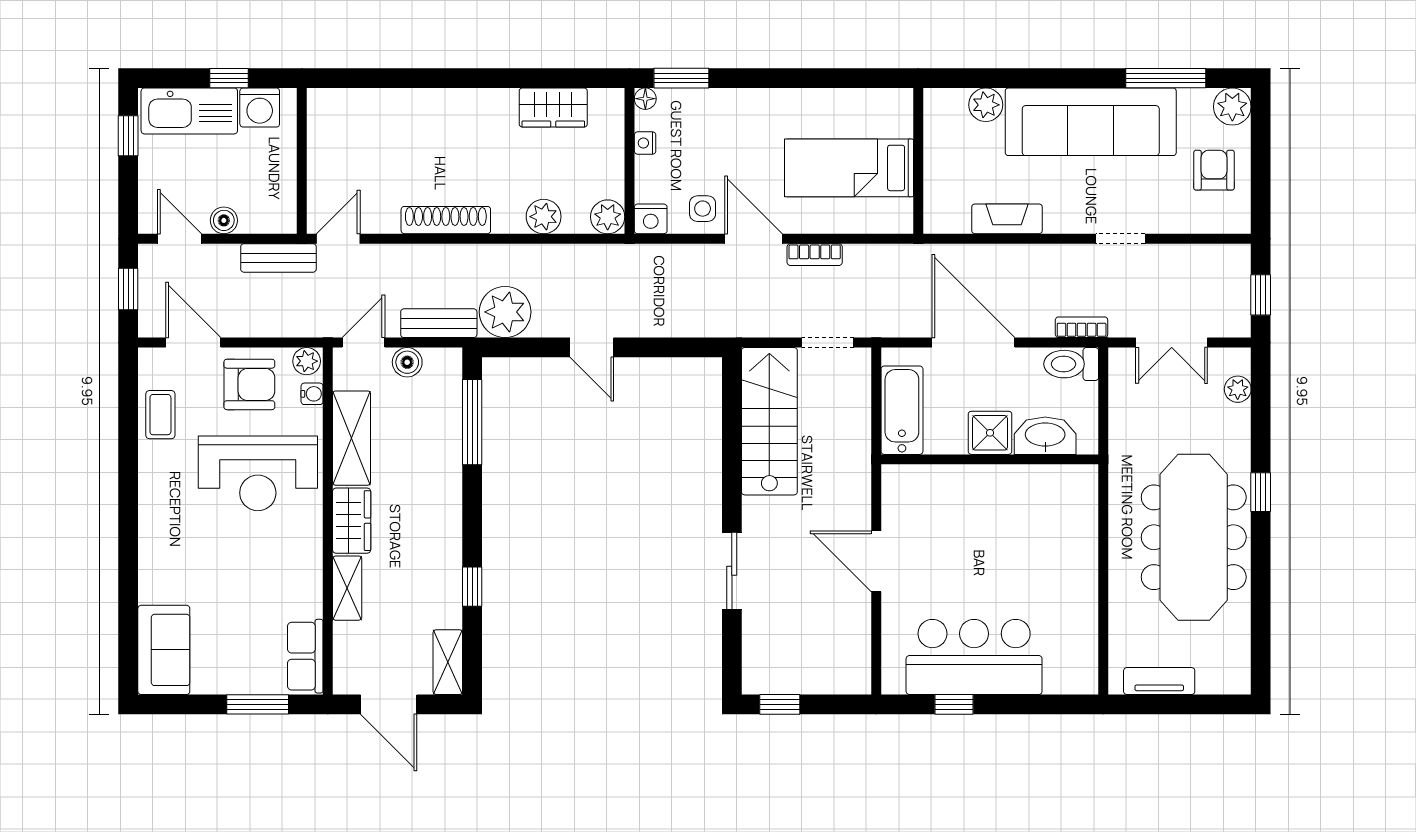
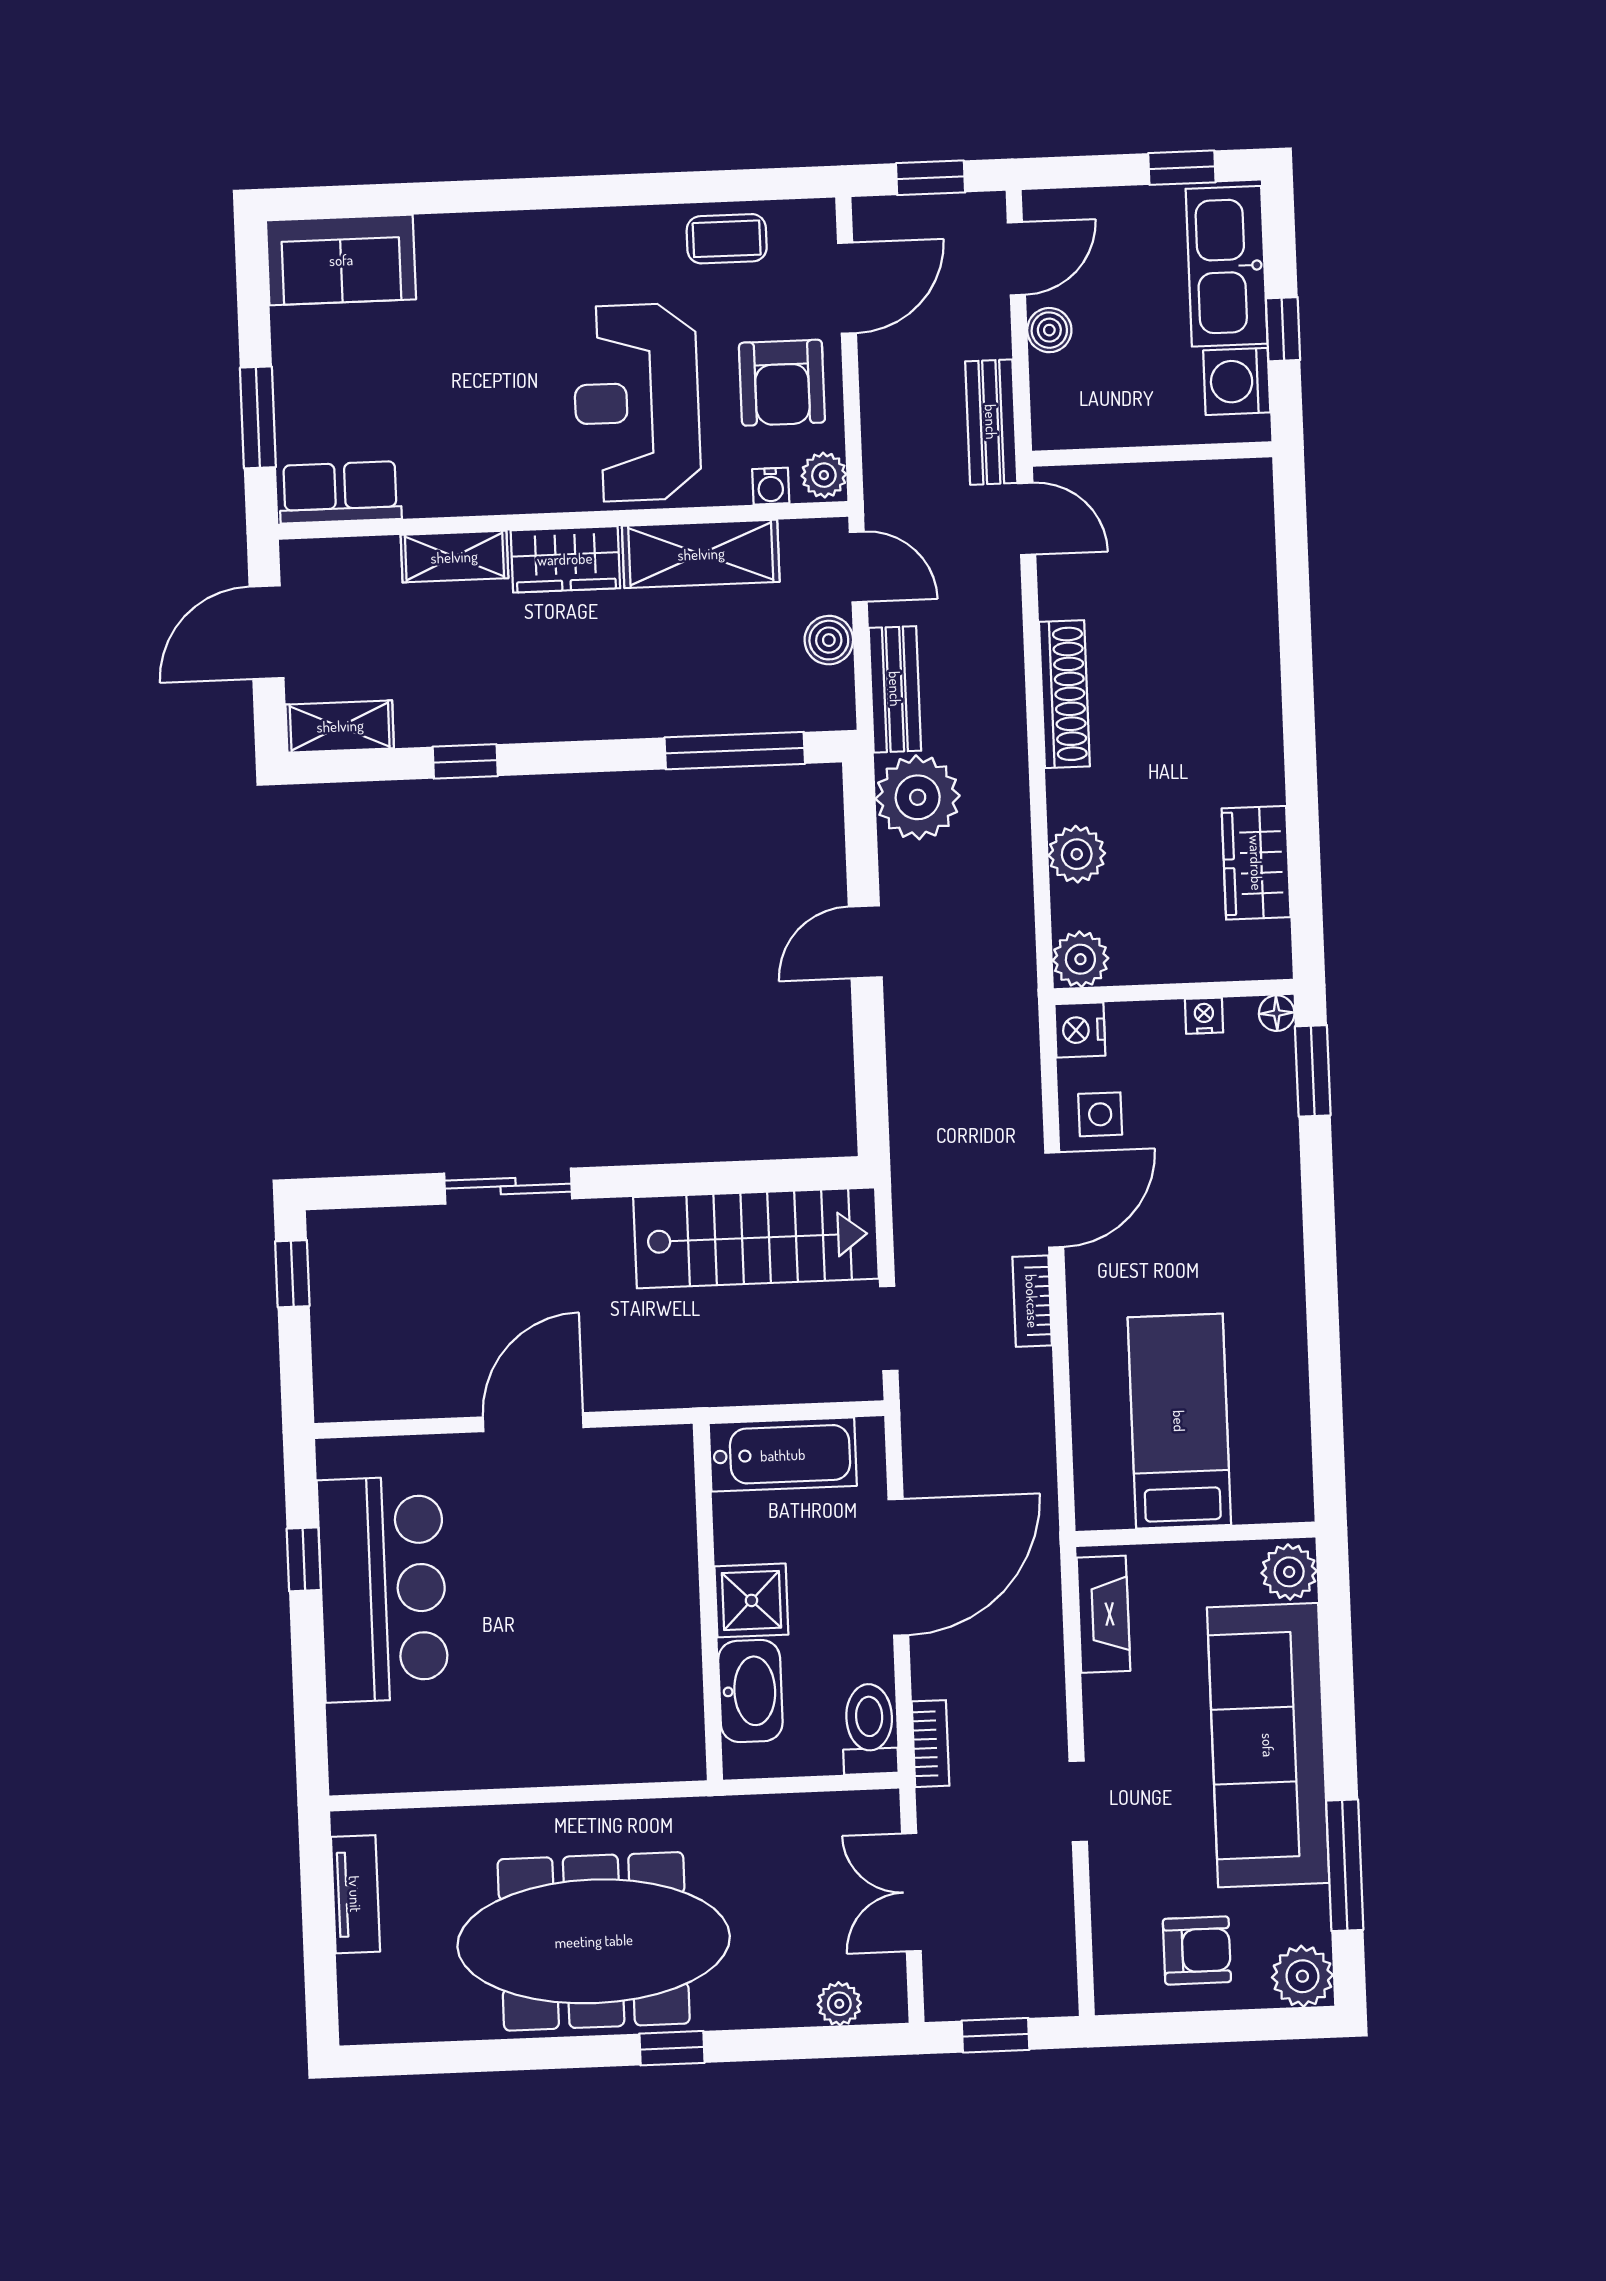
wall: (918, 161) -> (1195, 1534), moved
bed: (849, 168) -> (1179, 1421), moved

